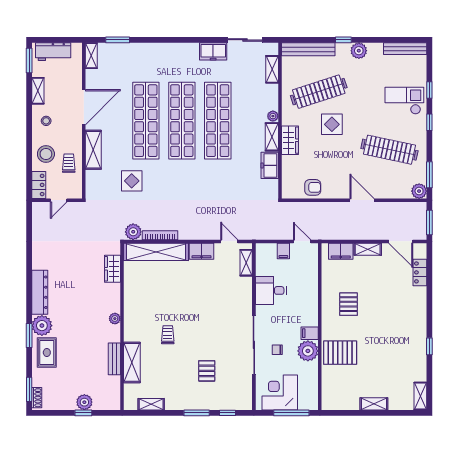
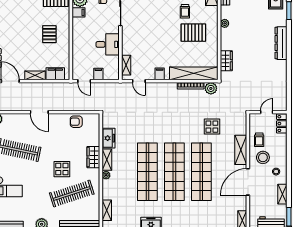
stool: (46, 154) -> (263, 157), moved
filing cabinet: (202, 251) -> (160, 74), width x0.50
pallet: (156, 306) -> (193, 33), added
plant: (42, 326) -> (279, 18), removed

